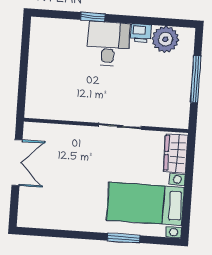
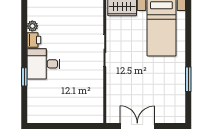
plant: (165, 39) -> (32, 26), width x0.53, depth x0.53
window: (124, 238) -> (188, 79), moved

